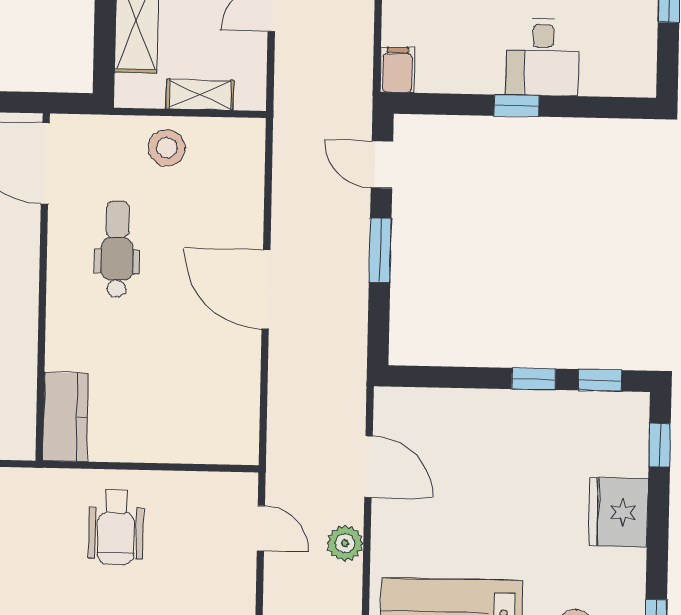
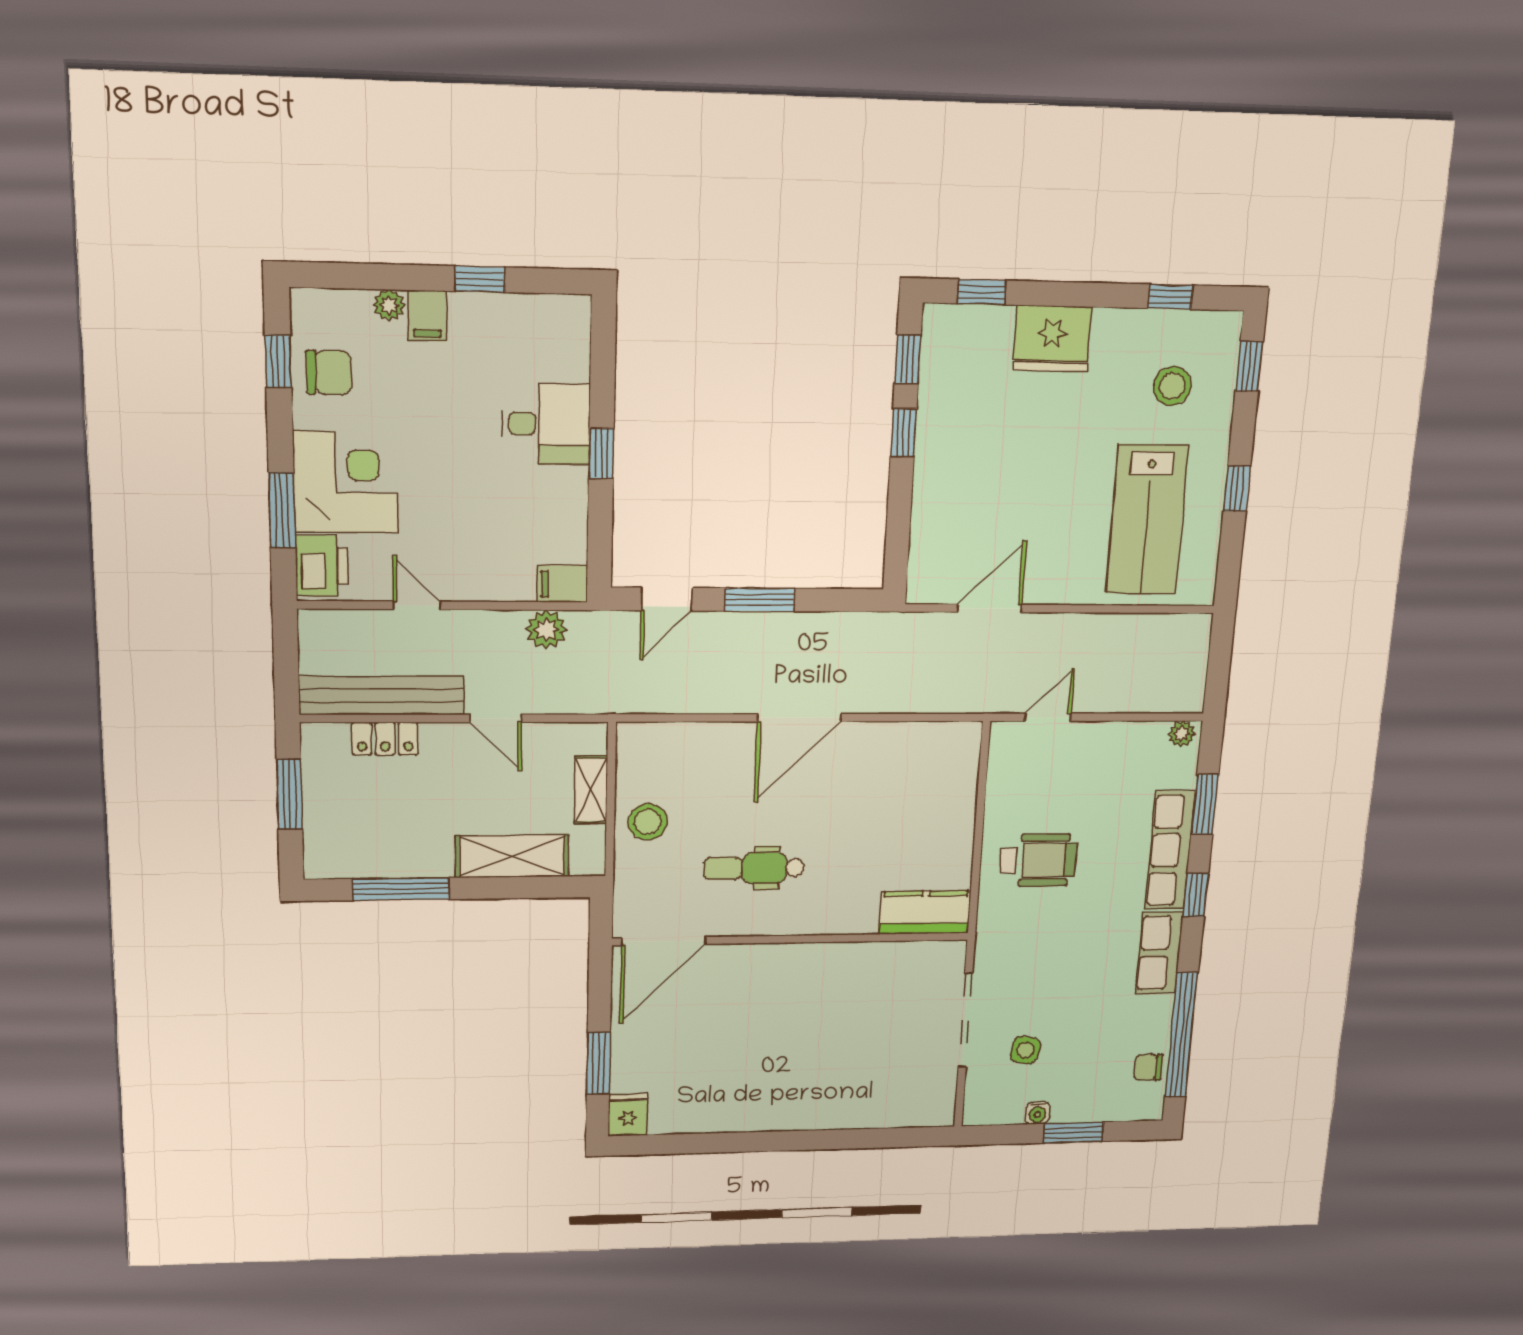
plant: (345, 543) -> (546, 629), moved

